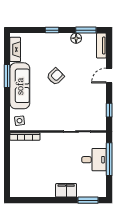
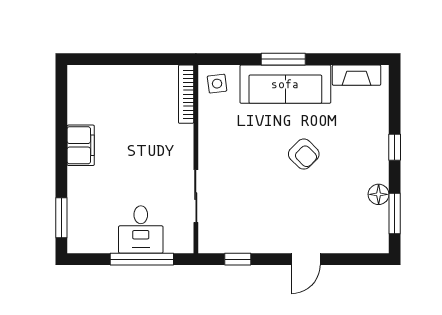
tv unit: (101, 46) -> (364, 244), removed
window: (7, 76) -> (283, 59), moved
door: (109, 76) -> (306, 259), swing flipped
filing cabinet: (66, 190) -> (81, 145), moved

